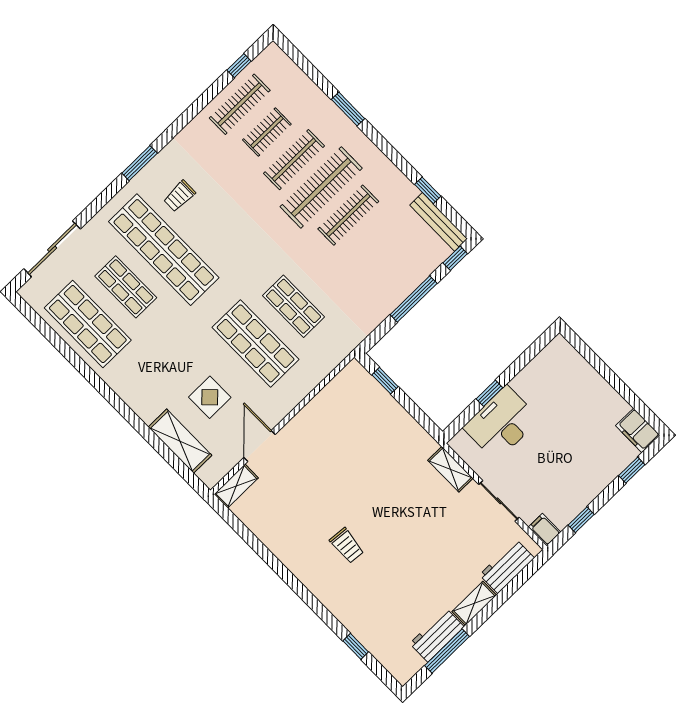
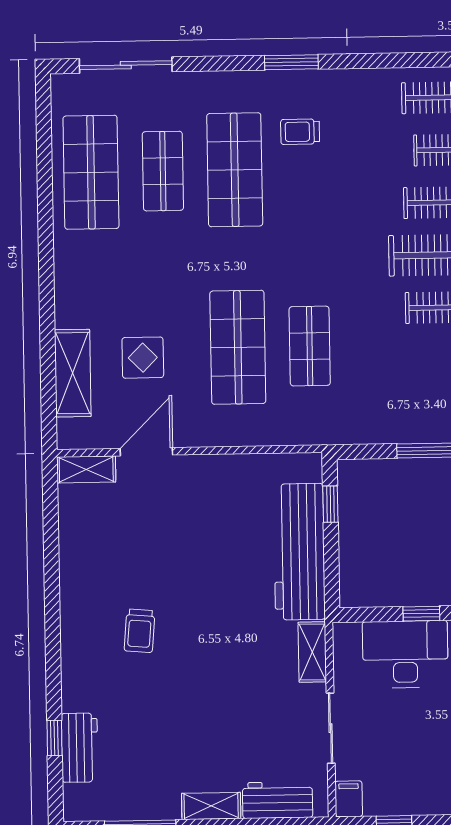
shop shelf: (164, 250) -> (235, 170), width x0.71
workbench: (392, 422) -> (299, 552), added
workbench: (437, 635) -> (80, 748), moved, turned 90

